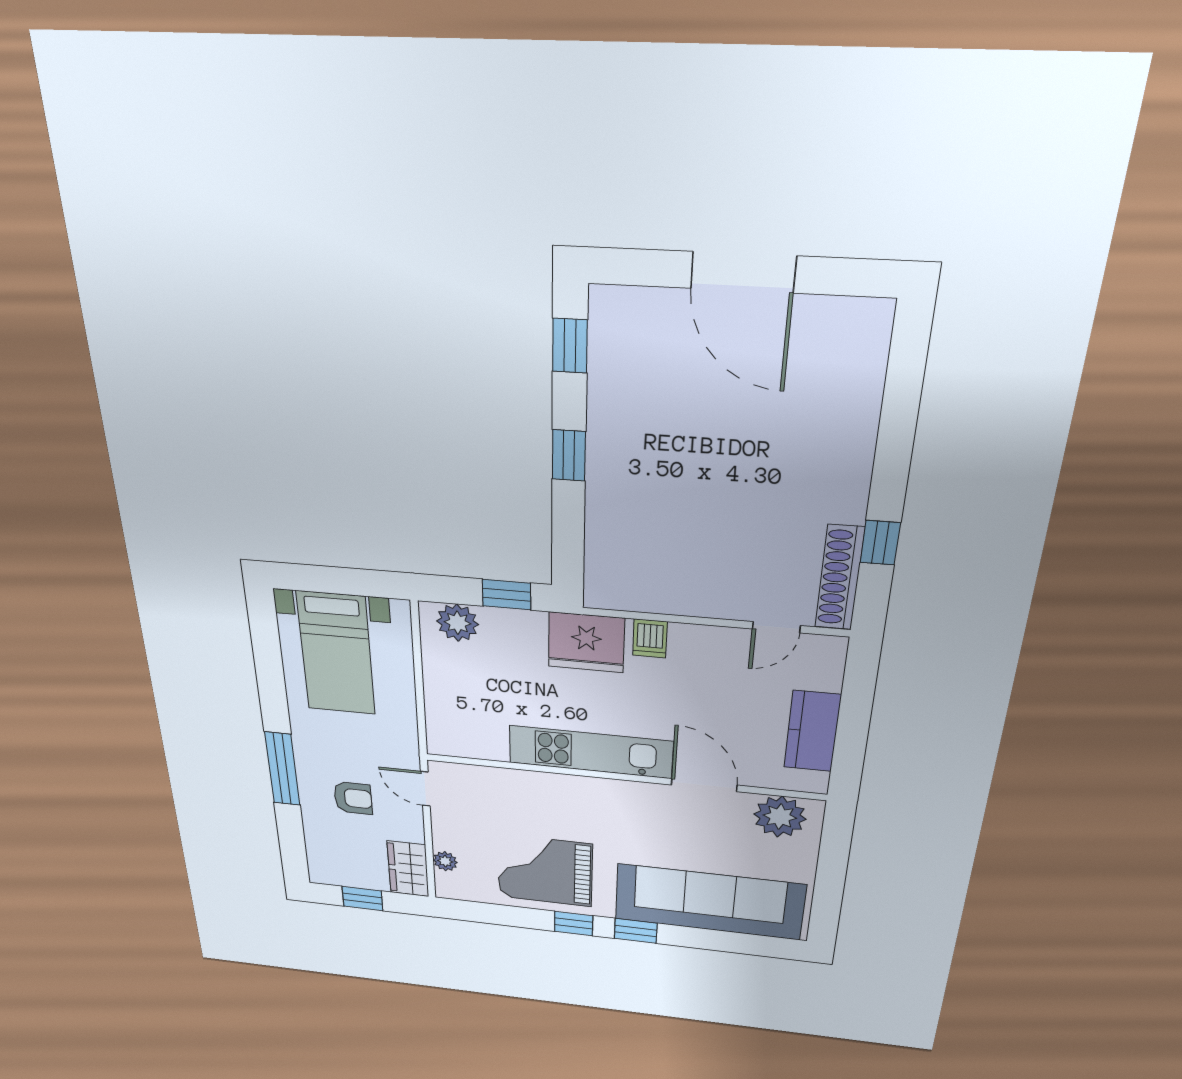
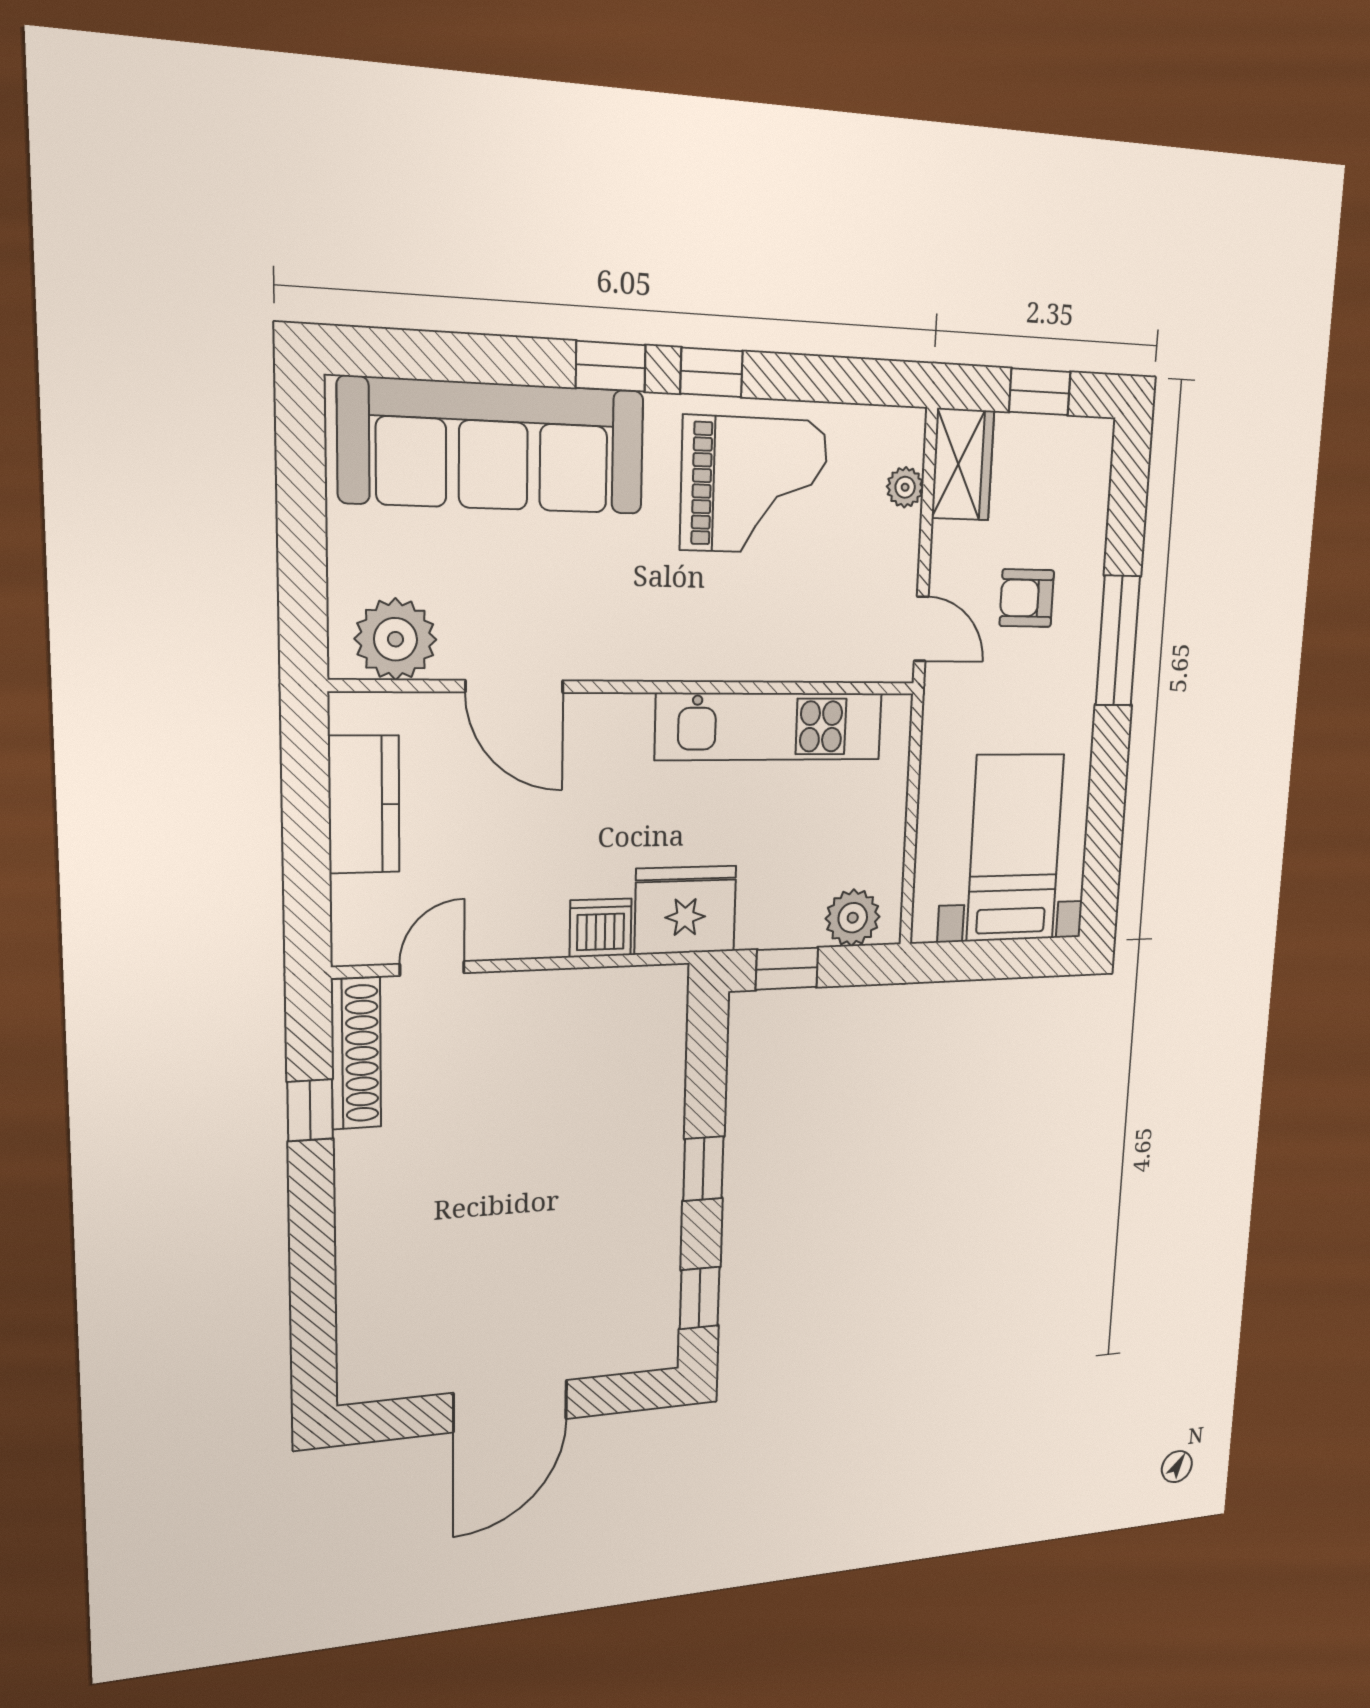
door: (743, 272) -> (510, 1406), swing flipped
dishwasher: (650, 638) -> (601, 928), width x1.38
kitchen unit: (590, 752) -> (770, 727), moved

